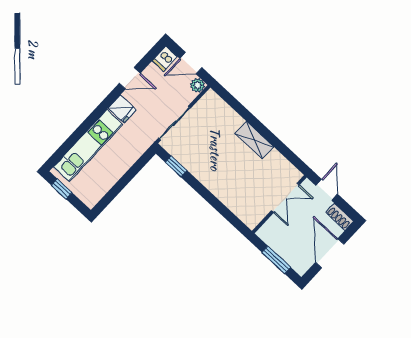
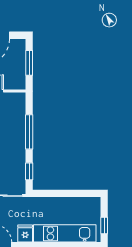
window: (212, 200) -> (29, 132), added

